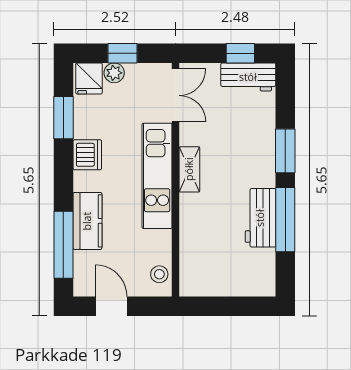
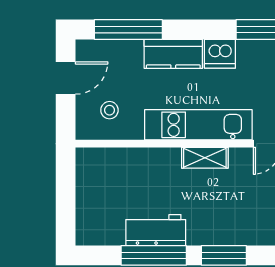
kitchen counter: (87, 221) -> (173, 54), moved
stool: (159, 274) -> (109, 110), moved

